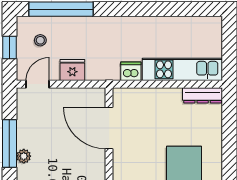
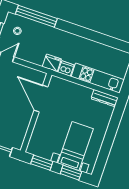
fridge: (72, 70) -> (52, 63), moved

